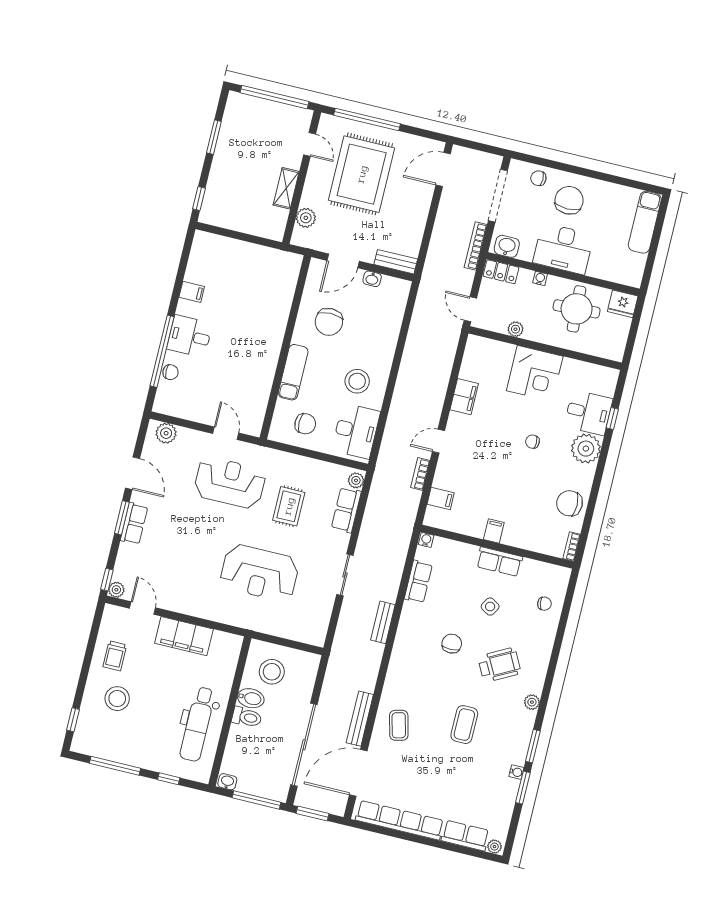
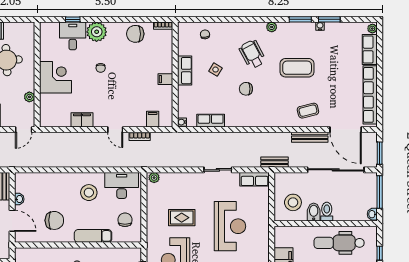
chair: (569, 503) -> (135, 34), turned 90
row of seats: (346, 510) -> (255, 179), moved
bench: (383, 622) -> (274, 162), moved
dental chair: (197, 724) -> (339, 243), turned 180
coffee table: (464, 725) -> (297, 68), width x1.36, depth x1.32

